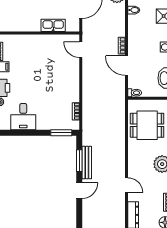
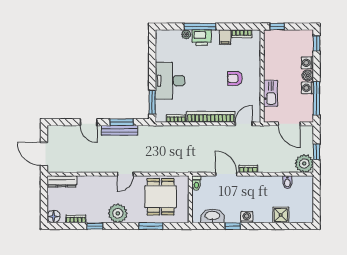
armchair: (40, 58) -> (235, 78), added
door: (127, 66) -> (226, 174), hinge flipped
bookcase: (74, 80) -> (211, 117), added
desk: (23, 117) -> (170, 81), moved, width x1.37
door: (127, 185) -> (125, 174), moved

